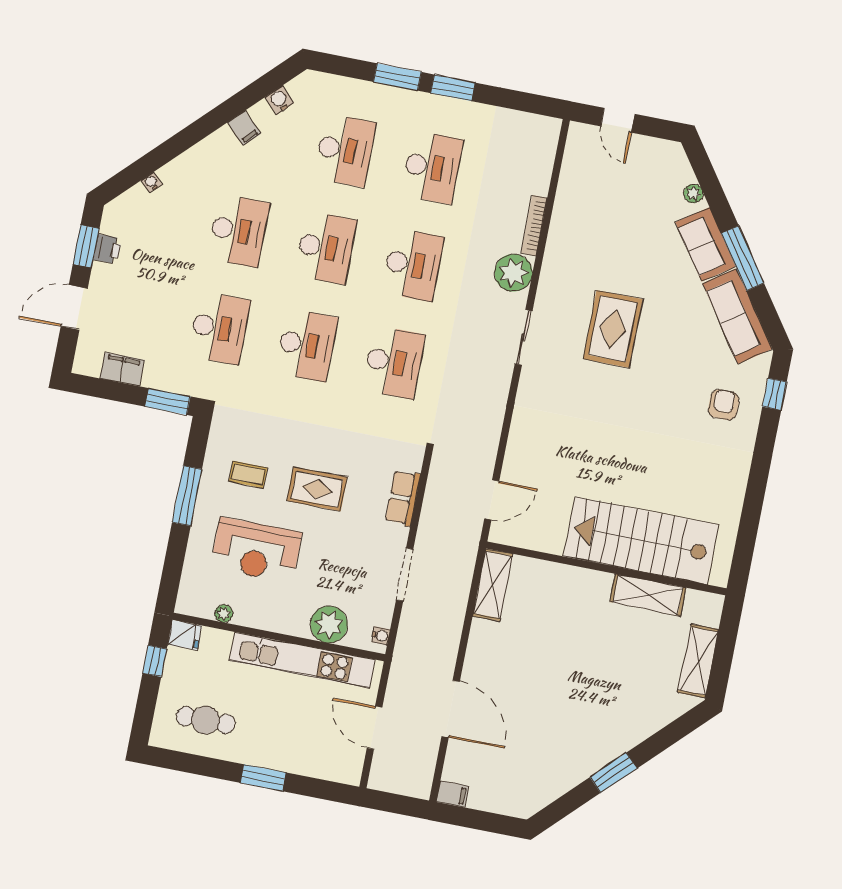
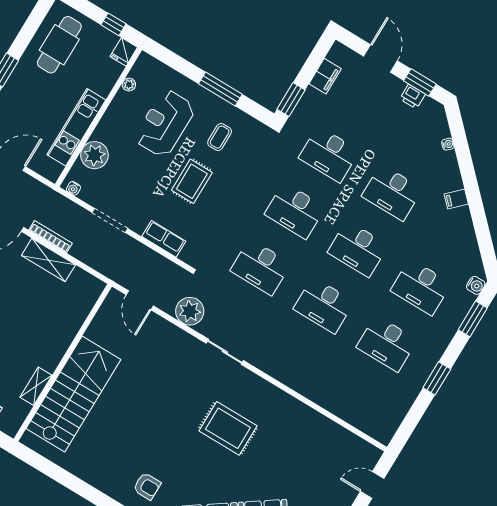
window: (397, 77) -> (473, 319), moved
water cooler: (280, 100) -> (476, 285), moved, turned 45
filing cabinet: (244, 128) -> (456, 199), moved
bookcase: (534, 226) -> (51, 237), moved
plant: (513, 273) -> (190, 311), moved
sliding door: (524, 337) -> (225, 352), moved
shelving: (493, 585) -> (48, 260), moved
shelving: (648, 595) -> (36, 386), width x0.67, depth x0.75
kitchen unit: (302, 660) -> (76, 127), width x0.73
cafe table: (206, 720) -> (59, 45), width x1.37, depth x1.35

